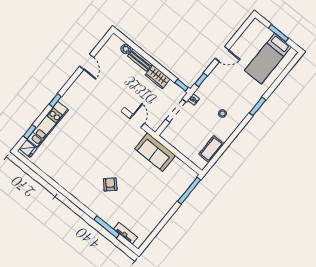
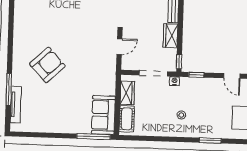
wardrobe: (176, 141) -> (127, 93), added
cot: (211, 149) -> (127, 119), moved, turned 90
sofa: (155, 152) -> (103, 115), moved
armchair: (110, 184) -> (47, 65), width x1.88, depth x1.88
tv unit: (126, 233) -> (16, 105), width x1.41

